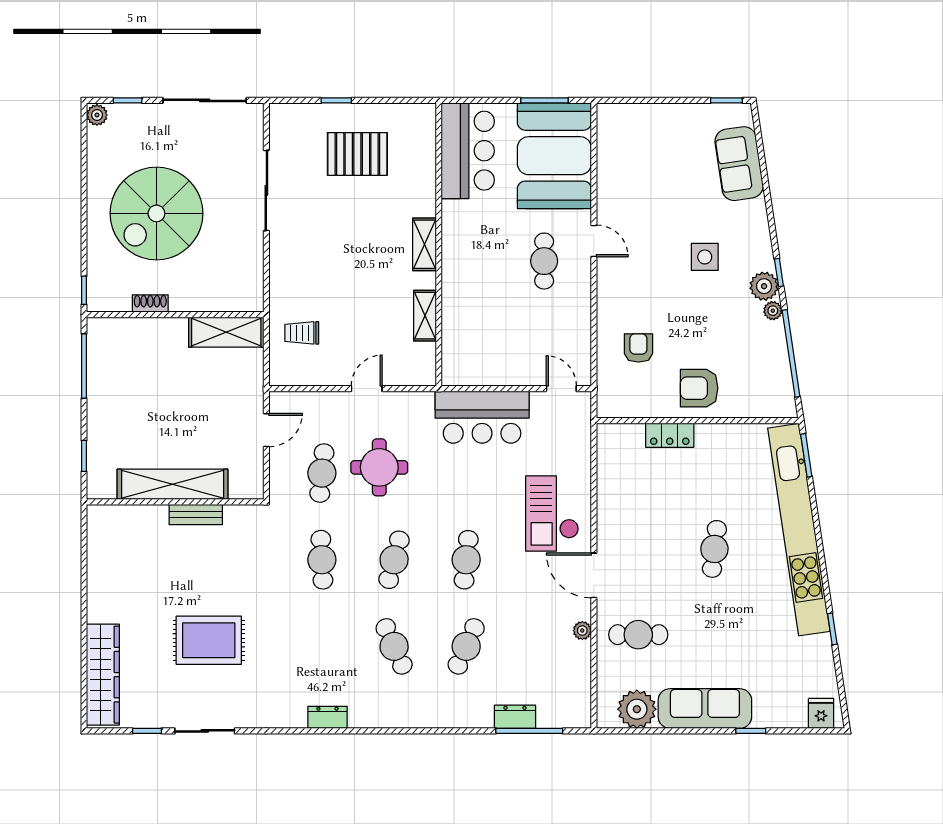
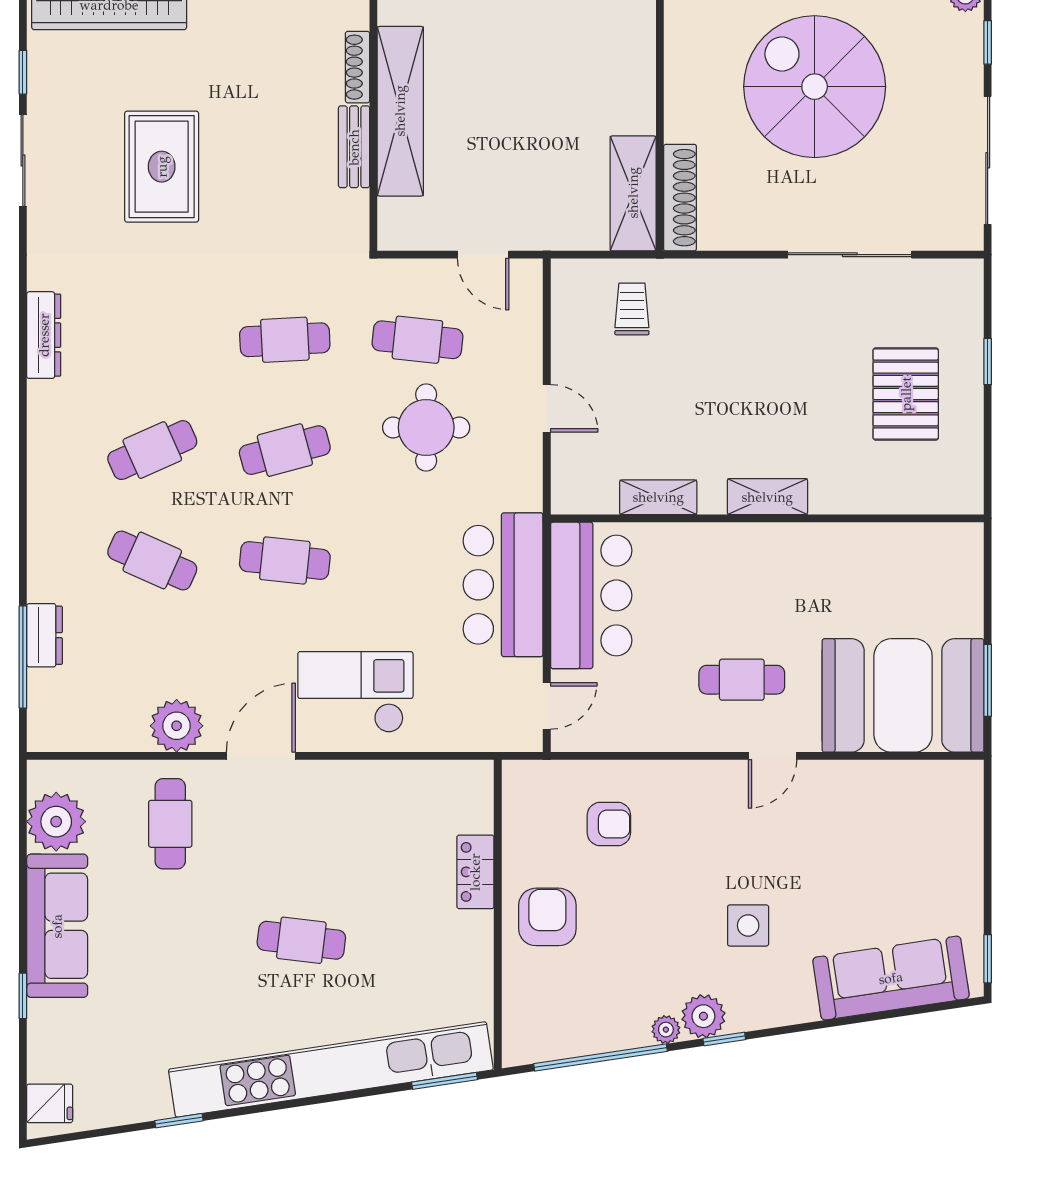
bar counter: (468, 151) -> (591, 595), moved, turned -90
sofa: (739, 164) -> (891, 978), width x1.36
shoe rack: (150, 303) -> (680, 198), moved, width x1.94, depth x1.24
shoe rack: (144, 512) -> (357, 67), added
cafe table: (394, 560) -> (285, 450), turned -30
plant: (582, 631) -> (177, 726), width x1.88, depth x1.88
dresser: (328, 717) -> (44, 335), width x1.44

